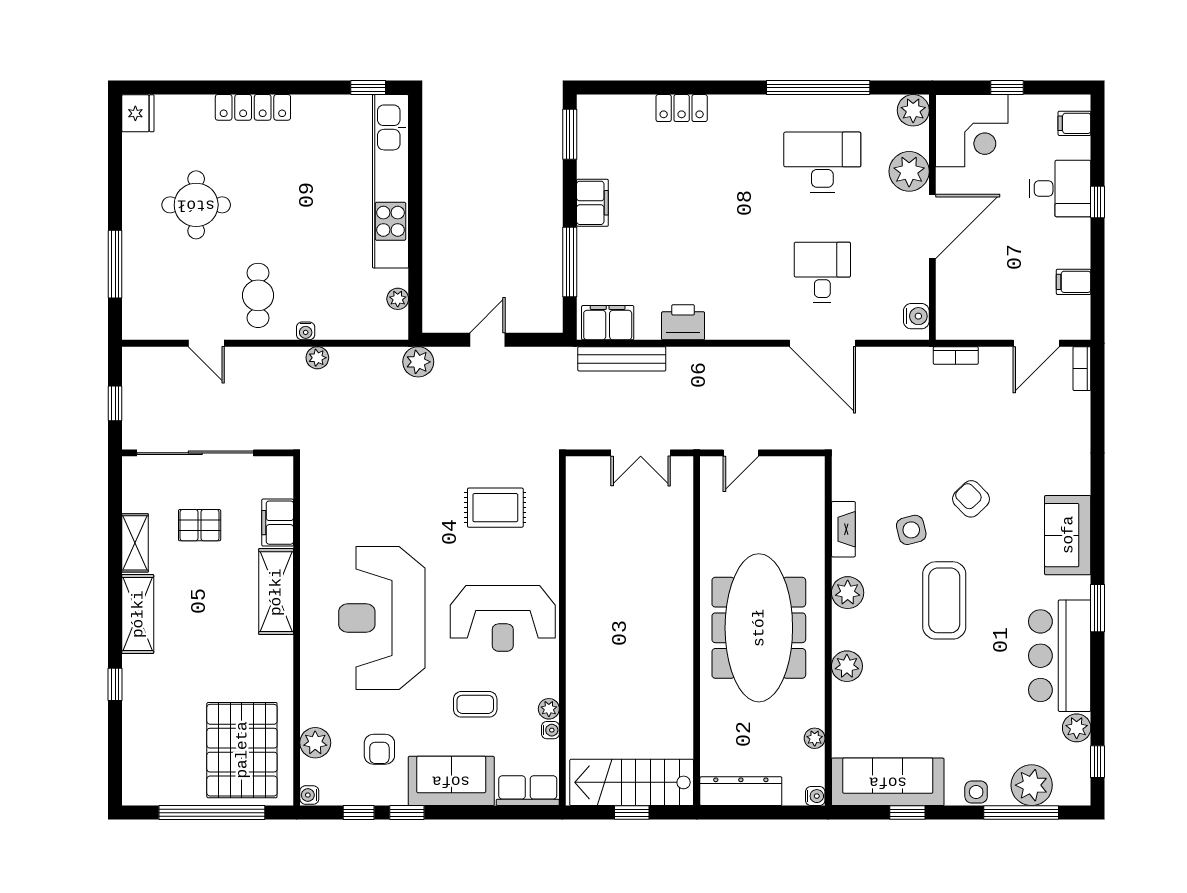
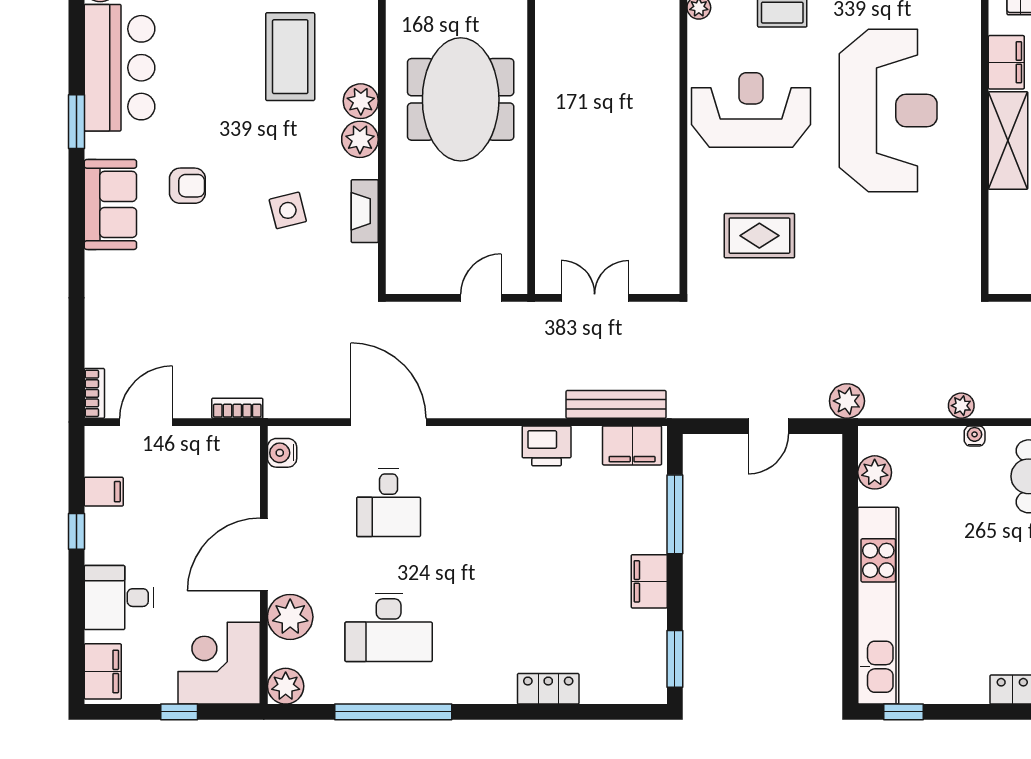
filing cabinet: (1074, 123) -> (103, 671), width x2.00
window: (1098, 202) -> (77, 531), moved
plant: (398, 299) -> (875, 472), width x1.38, depth x1.38
armchair: (971, 499) -> (187, 186), moved, turned -46
filing cabinet: (278, 523) -> (1006, 62), moved
coffee table: (944, 600) -> (290, 57), moved
meeting table: (759, 628) -> (461, 99), width x0.73
plant: (847, 666) -> (361, 101), moved

